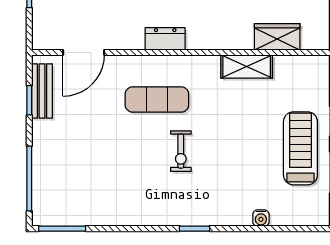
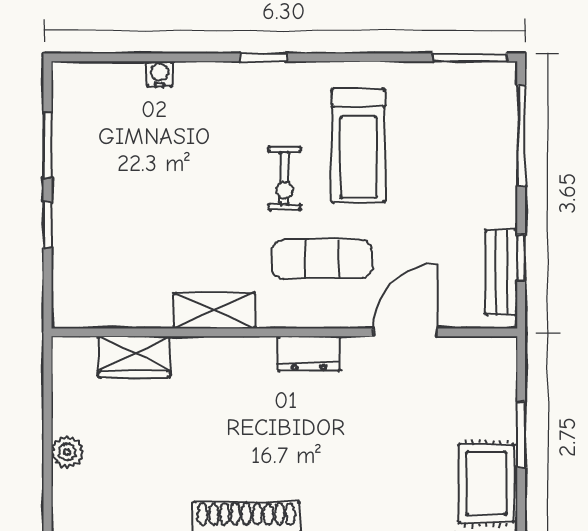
door: (84, 53) -> (405, 332), moved
shelving: (247, 67) -> (214, 310), moved
treadmill: (300, 148) -> (358, 146), moved
exercise bike: (181, 151) -> (285, 178), turned 180

